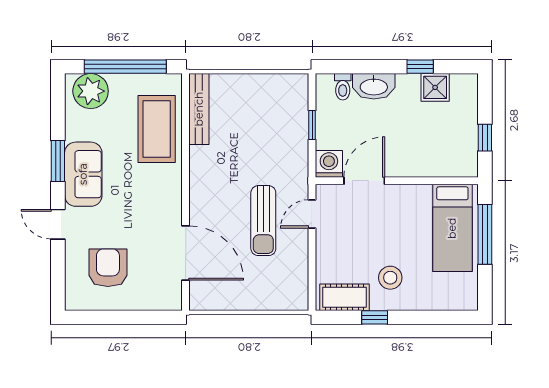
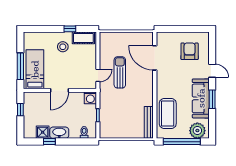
washbasin: (374, 86) -> (59, 133), moved
sofa: (83, 174) -> (201, 98), width x1.36
door: (364, 181) -> (59, 90), moved
armchair: (108, 268) -> (190, 51), turned 180

